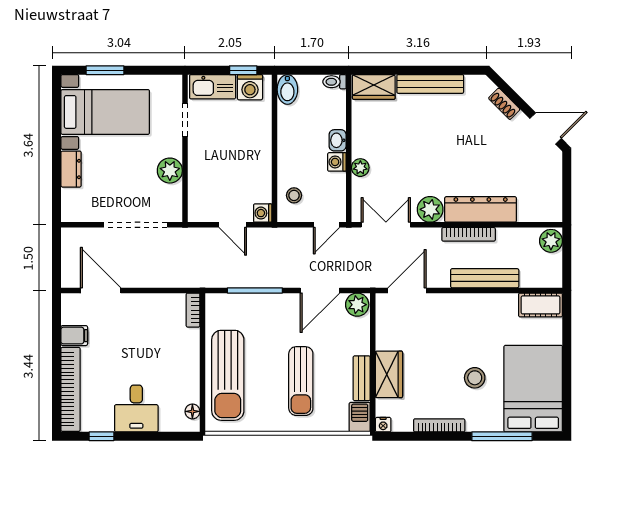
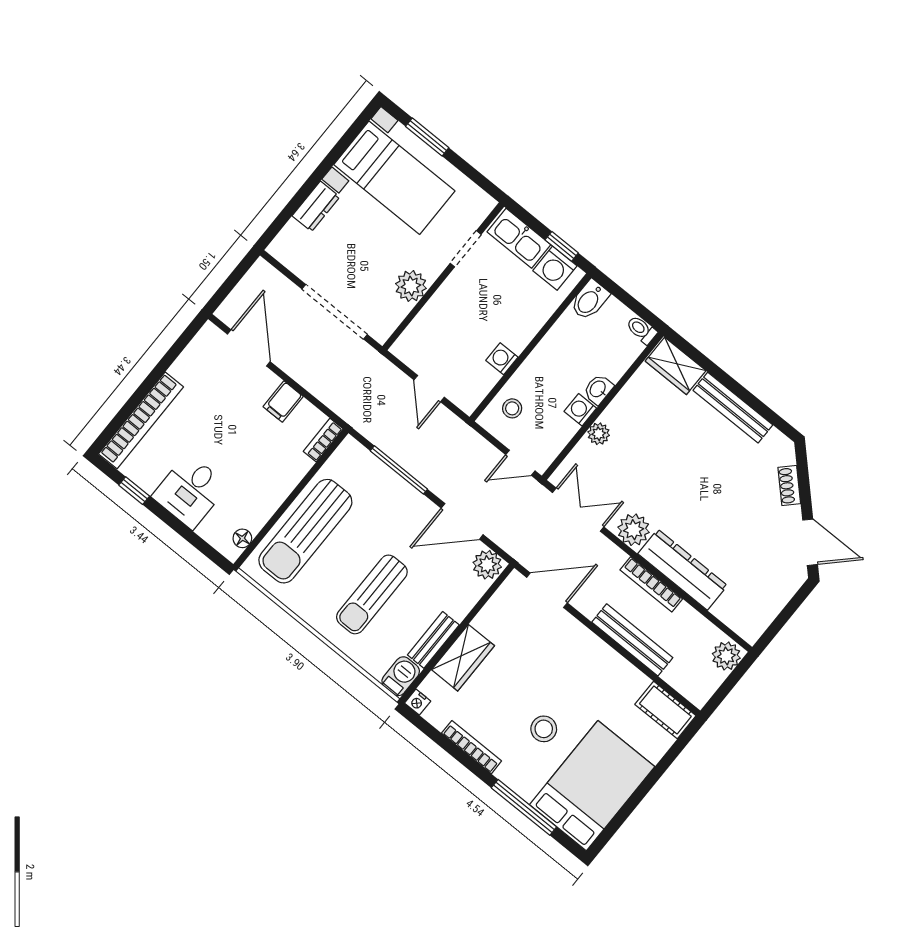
washing machine: (263, 213) -> (502, 359), moved
filing cabinet: (74, 336) -> (283, 402), moved, turned 90

